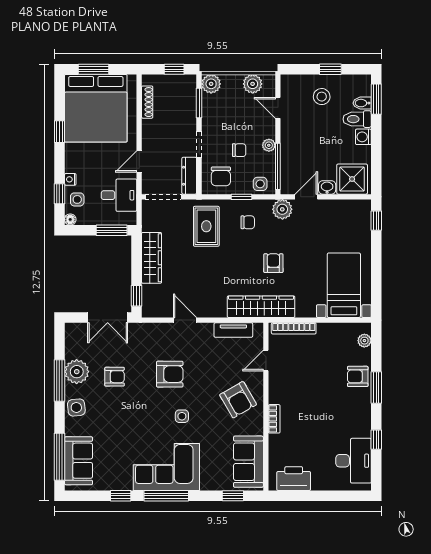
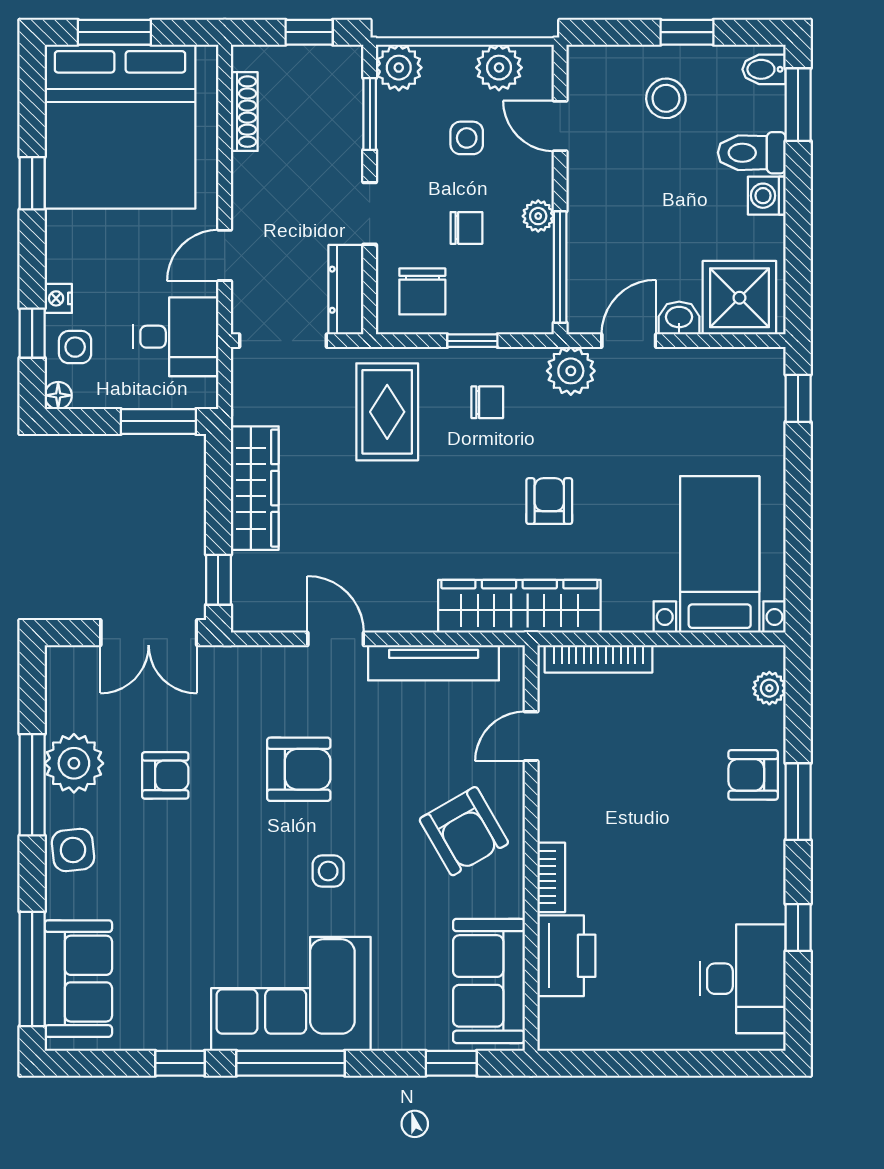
bidet: (362, 103) -> (764, 69), moved
side table: (260, 184) -> (467, 138), moved
tv unit: (233, 330) -> (434, 663), width x1.41
printer: (294, 479) -> (566, 956), moved, turned 90

